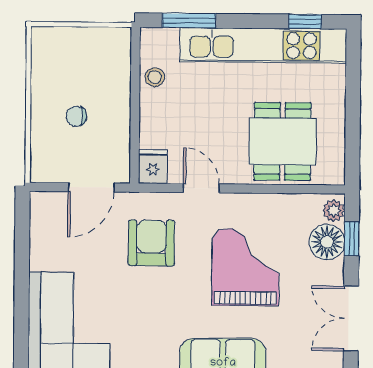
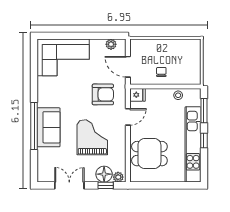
window: (305, 22) -> (204, 140), moved
chair: (76, 116) -> (161, 72), moved
plant: (41, 224) -> (111, 44), added
grand piano: (246, 267) -> (92, 137), turned -90

